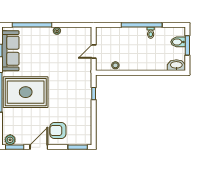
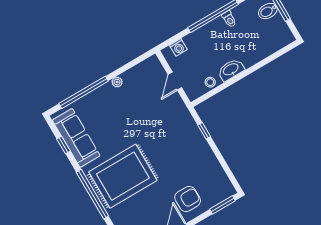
washing machine: (108, 32) -> (178, 47), added
washbasin: (176, 65) -> (231, 70), moved
armchair: (58, 131) -> (188, 199), turned 180

